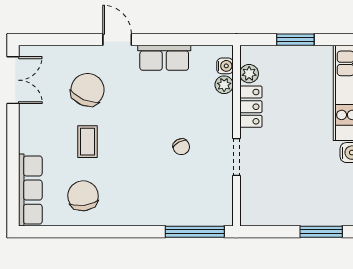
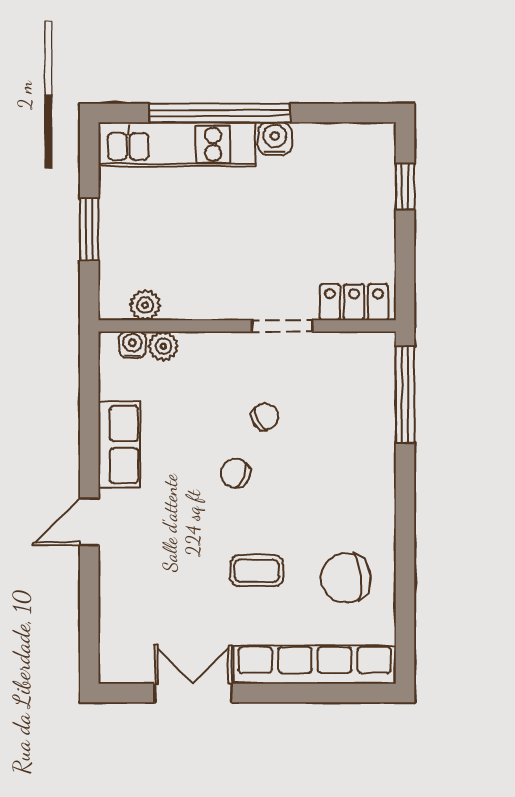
double door: (13, 80) -> (193, 693), moved
chair: (87, 90) -> (236, 473), moved, width x0.54, depth x0.54
locker: (251, 107) -> (354, 302), moved
row of seats: (30, 190) -> (315, 665), width x1.36
window: (321, 232) -> (405, 187), width x0.67

